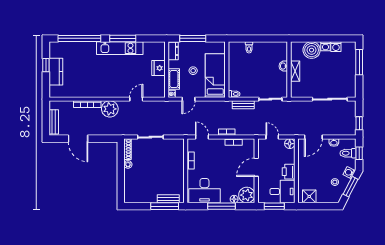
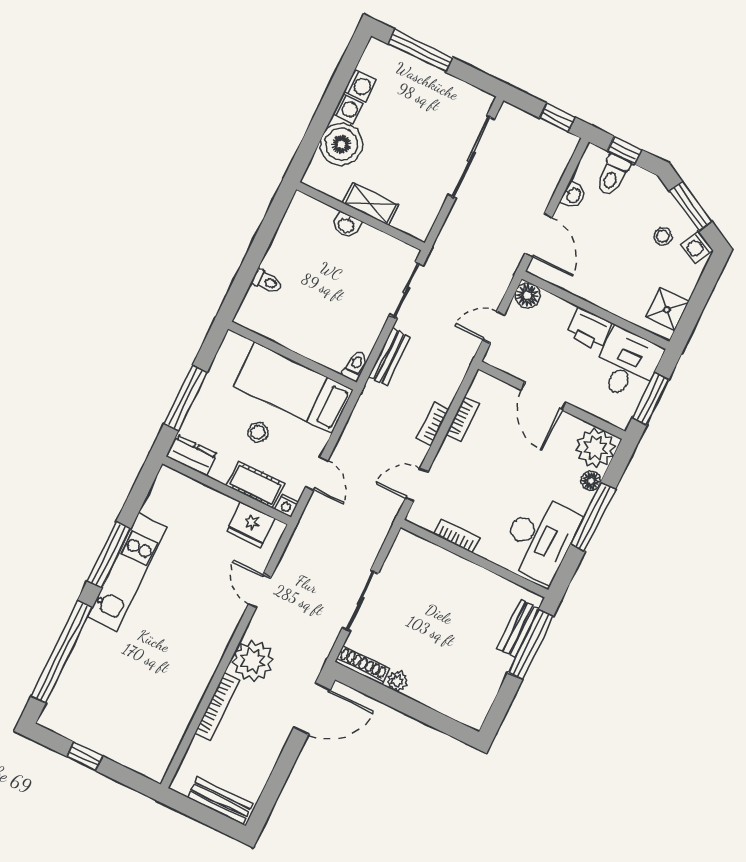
fridge: (159, 68) -> (251, 525), moved
kitchen counter: (56, 72) -> (110, 741), removed
door: (78, 139) -> (312, 709), moved
washing machine: (349, 173) -> (697, 247), moved

